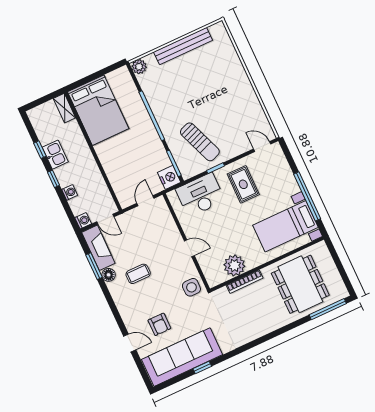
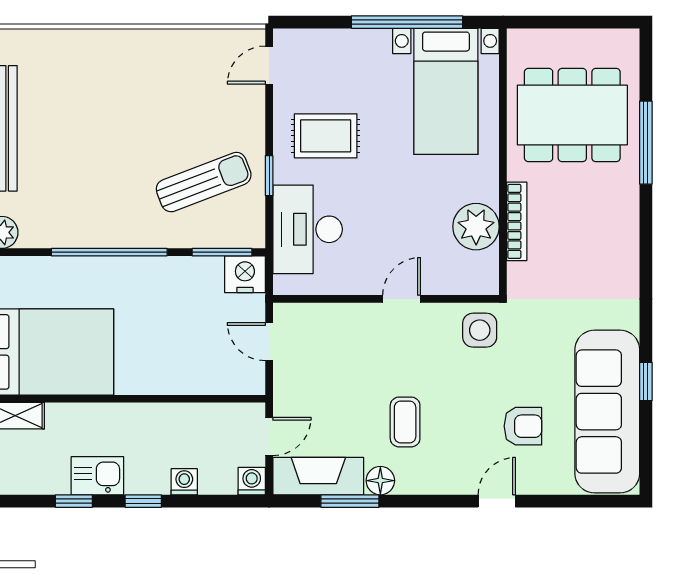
window: (328, 309) -> (646, 143), moved
door: (130, 343) -> (497, 501), moved

